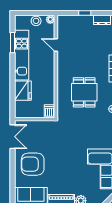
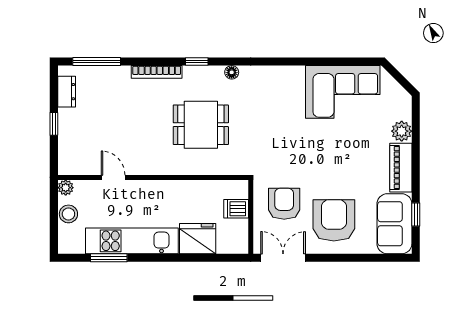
door: (56, 45) -> (113, 177), swing flipped
dishwasher: (49, 111) -> (236, 209), moved
armchair: (42, 137) -> (284, 204), added
armchair: (33, 164) -> (334, 220), turned 180

